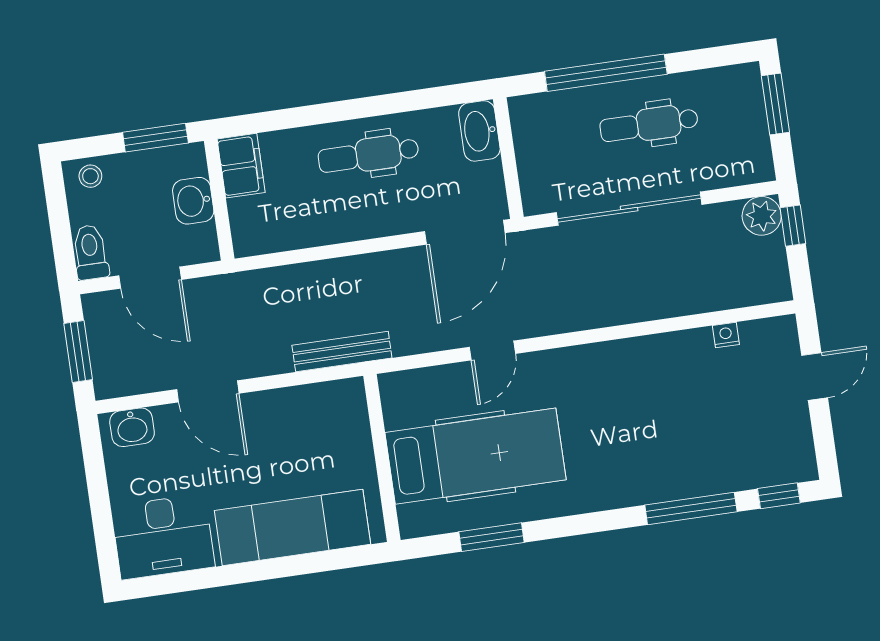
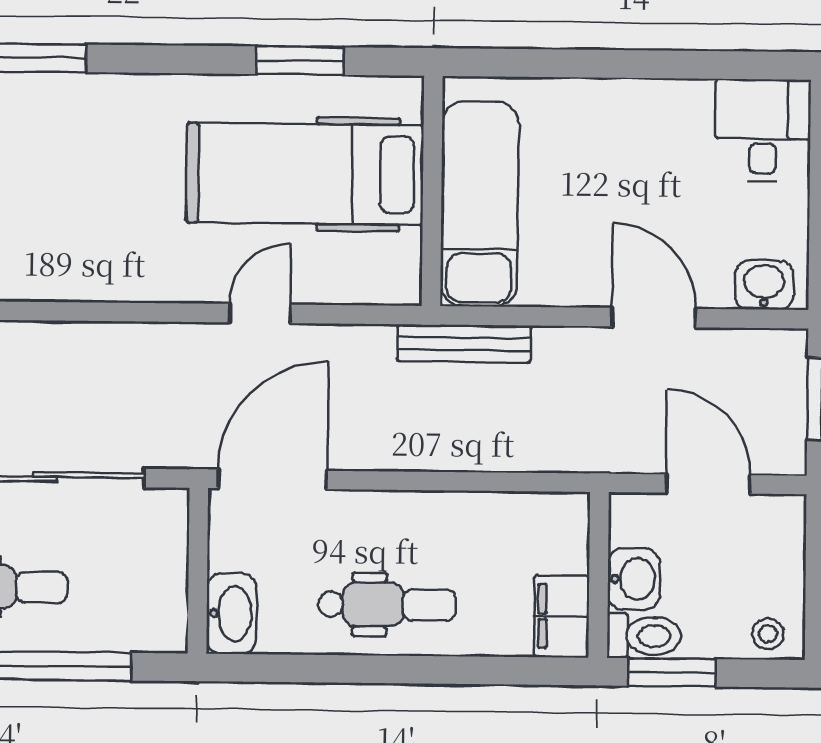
toilet: (90, 252) -> (644, 636), moved, turned -90
exam couch: (293, 527) -> (480, 204), moved, turned -90
desk: (163, 537) -> (763, 131), width x0.73

